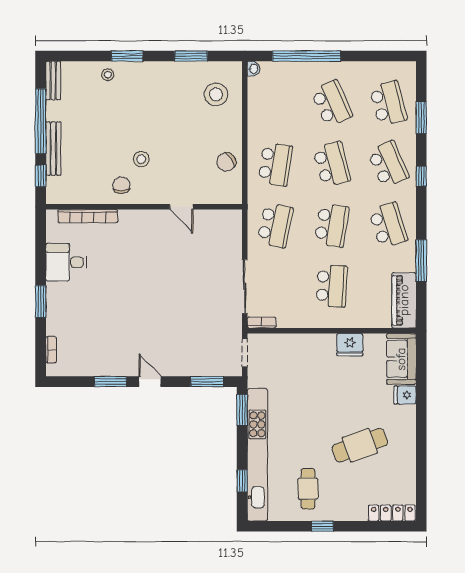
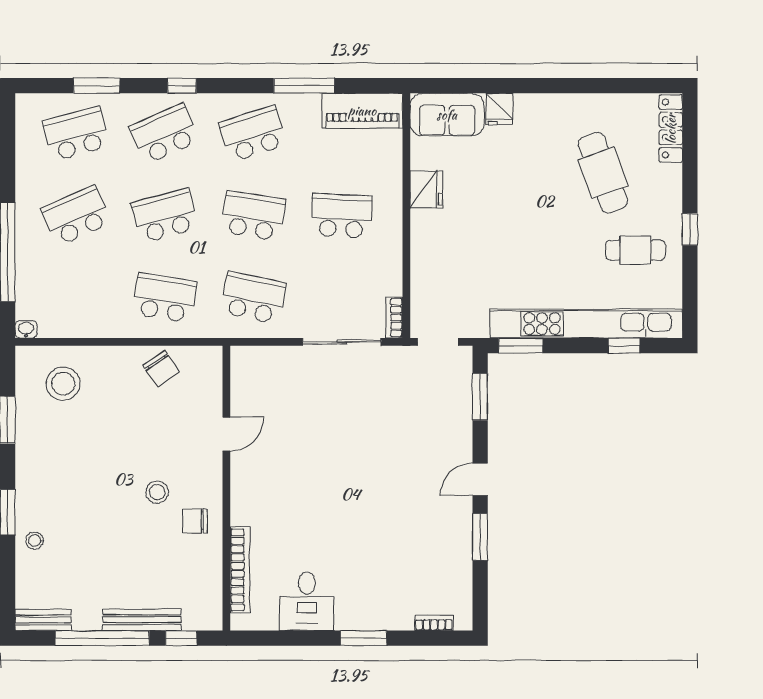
cafe table: (360, 445) -> (603, 173), moved

